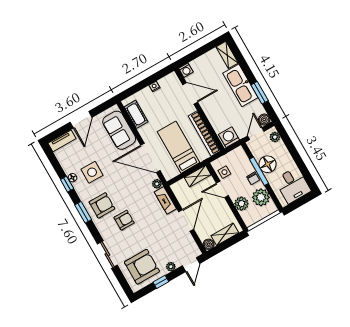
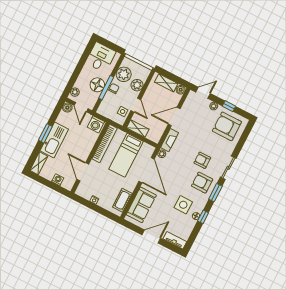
washing machine: (186, 70) -> (58, 180), moved
window: (260, 93) -> (45, 133), moved
door: (256, 134) -> (81, 107), hinge flipped
sliding door: (107, 255) -> (228, 168), moved

